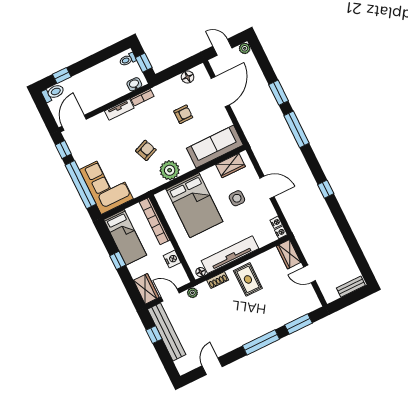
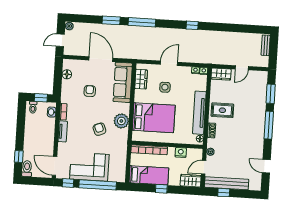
door: (220, 92) -> (101, 59), moved
corner sofa: (106, 184) -> (89, 167), moved

